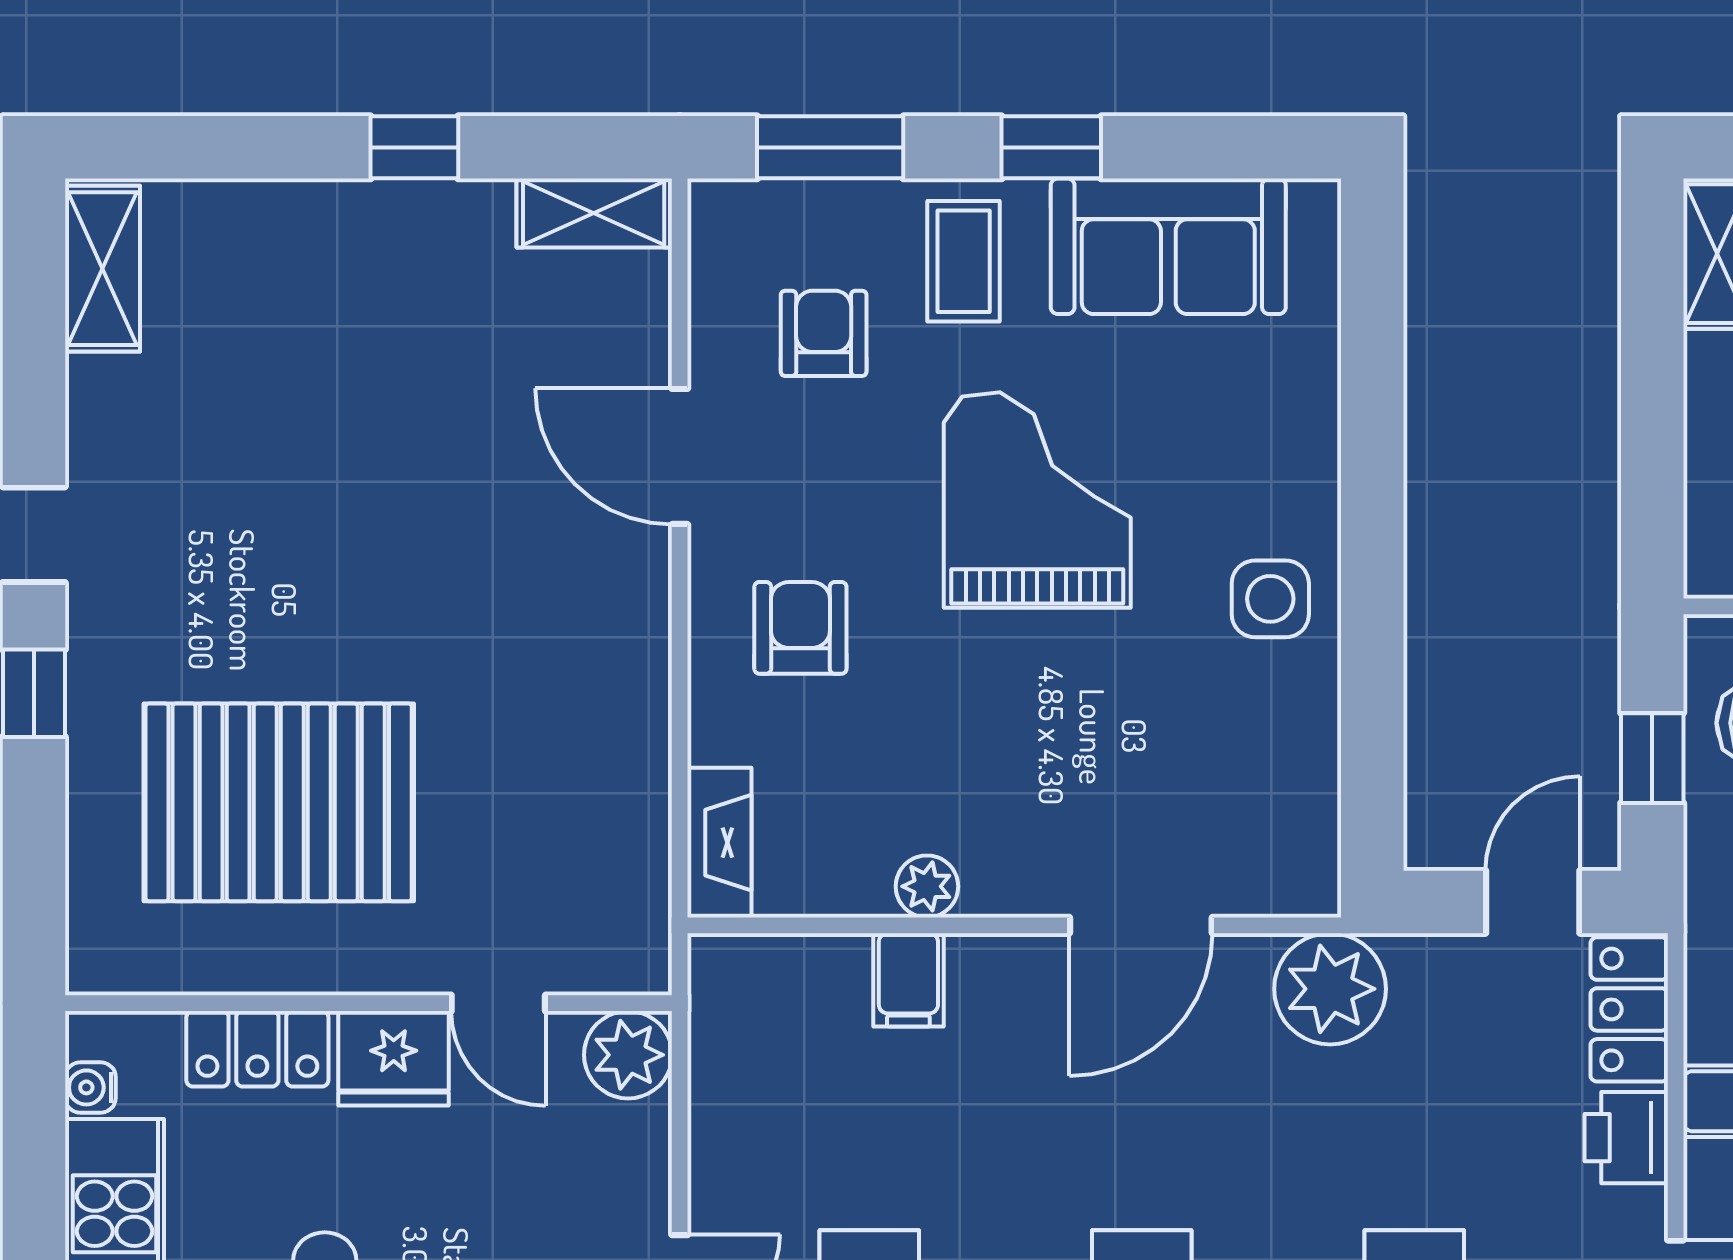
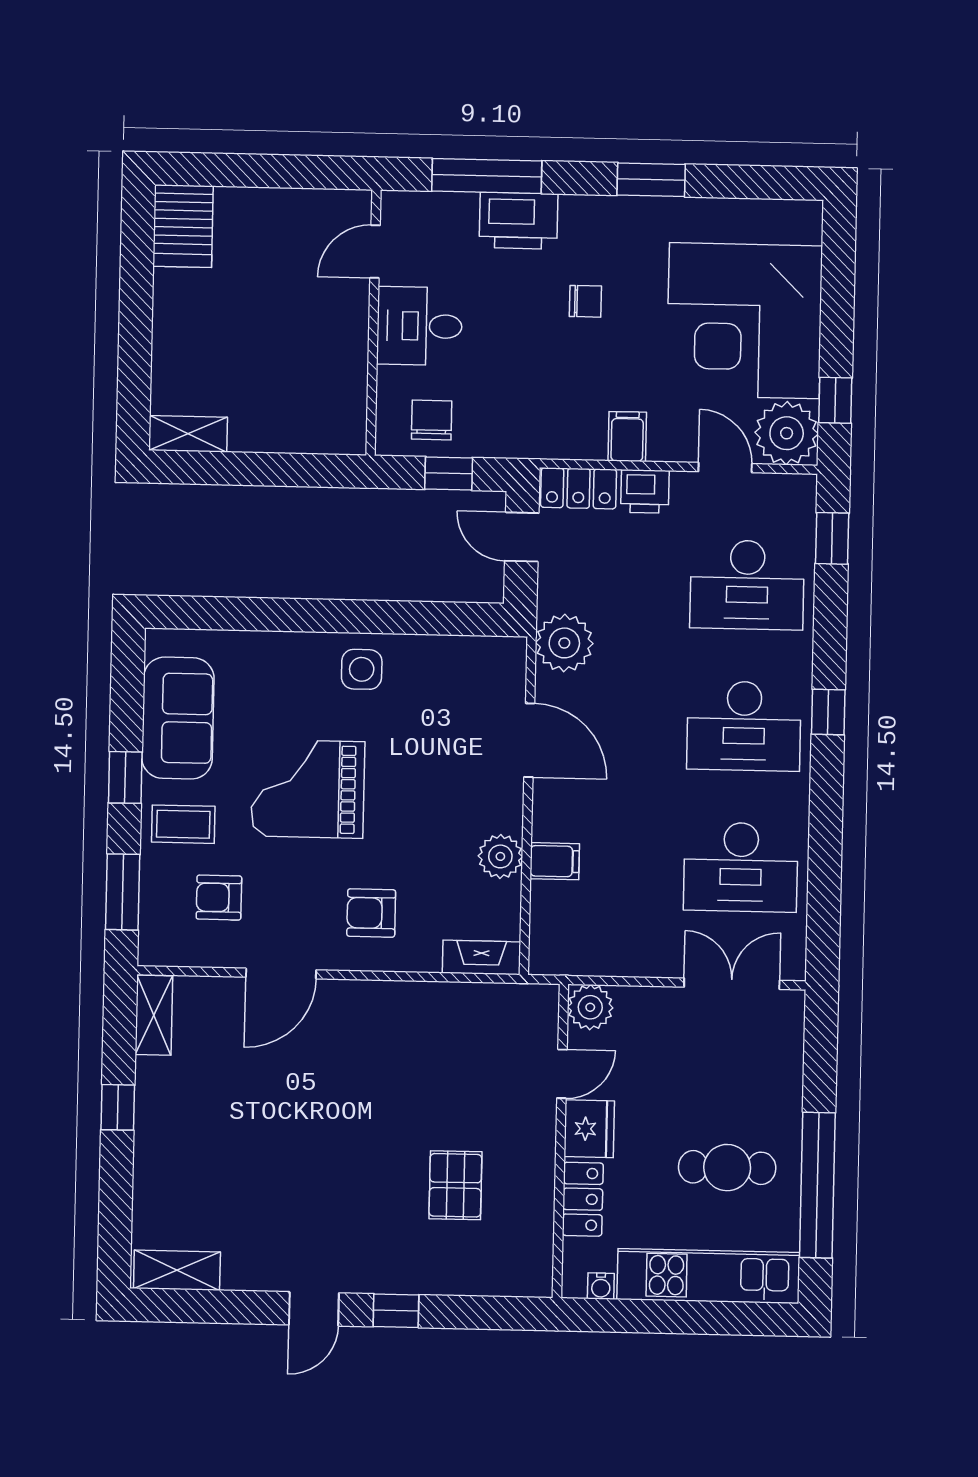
pallet: (279, 802) -> (455, 1185), width x0.49, depth x0.50
plant: (927, 886) -> (500, 856), width x1.38, depth x1.38

